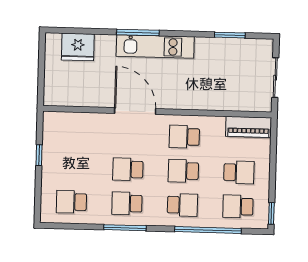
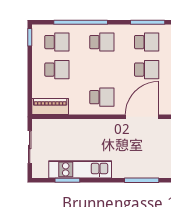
kitchen unit: (155, 46) -> (80, 169), moved
door: (135, 111) -> (142, 117), swing flipped
school desk: (183, 171) -> (102, 70), removed
school desk: (239, 172) -> (57, 70), turned 180
school desk: (182, 205) -> (102, 42), turned 180

